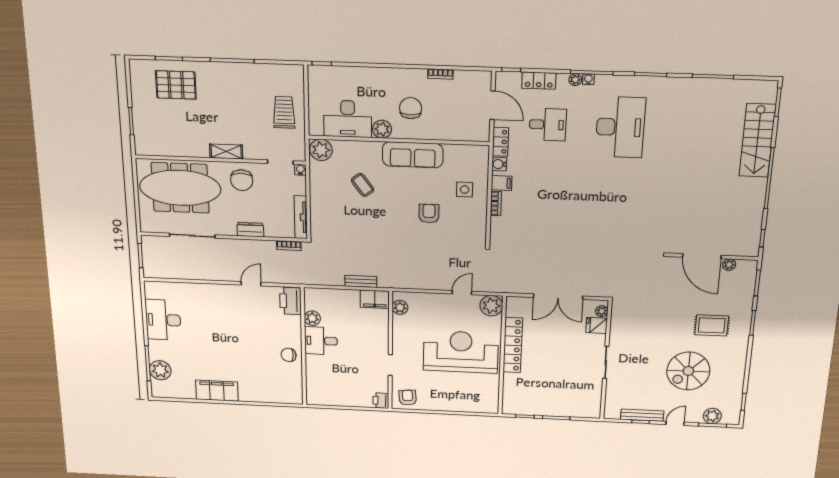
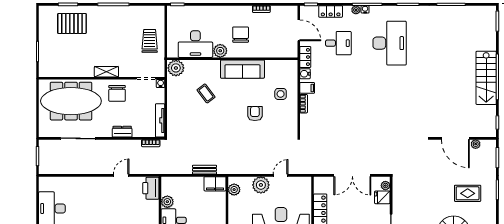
stairs: (757, 140) -> (486, 78), moved
plant: (491, 306) -> (261, 185), moved

